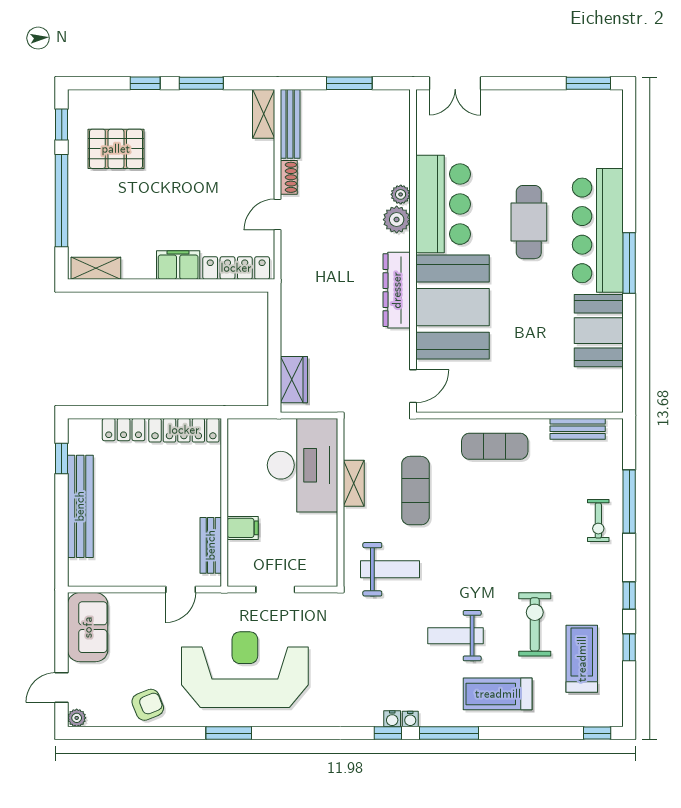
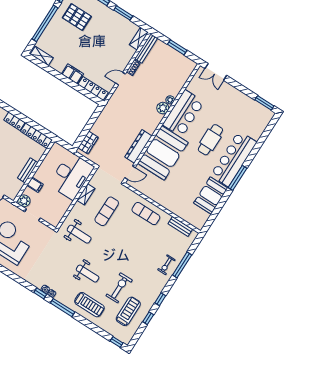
dresser: (397, 290) -> (138, 146), moved
bench: (211, 545) -> (28, 170), moved
plant: (241, 573) -> (24, 201), added
weight bench: (456, 636) -> (88, 274), turned 180
treadmill: (498, 694) -> (89, 305), turned 180

